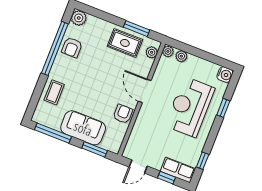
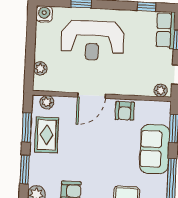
window: (102, 15) -> (25, 170), added
plant: (168, 51) -> (161, 90), moved
armchair: (123, 114) -> (125, 111), turned -90

